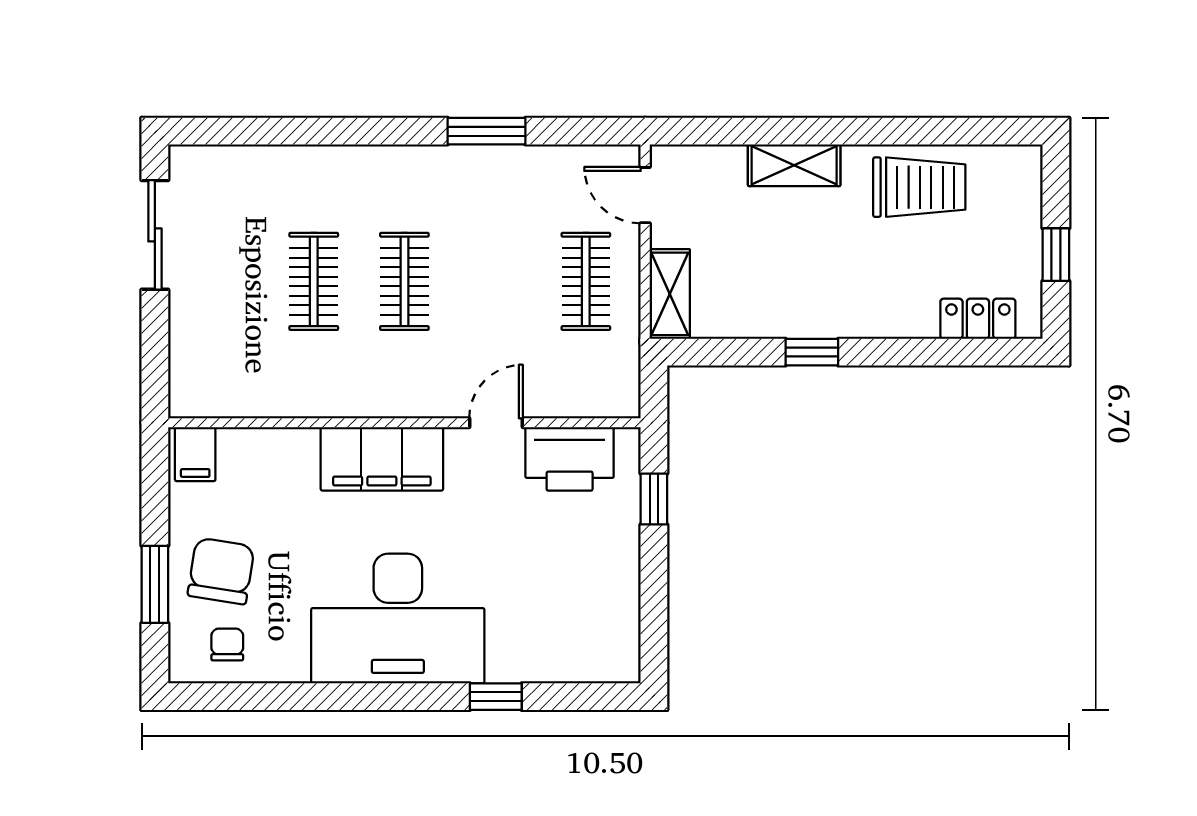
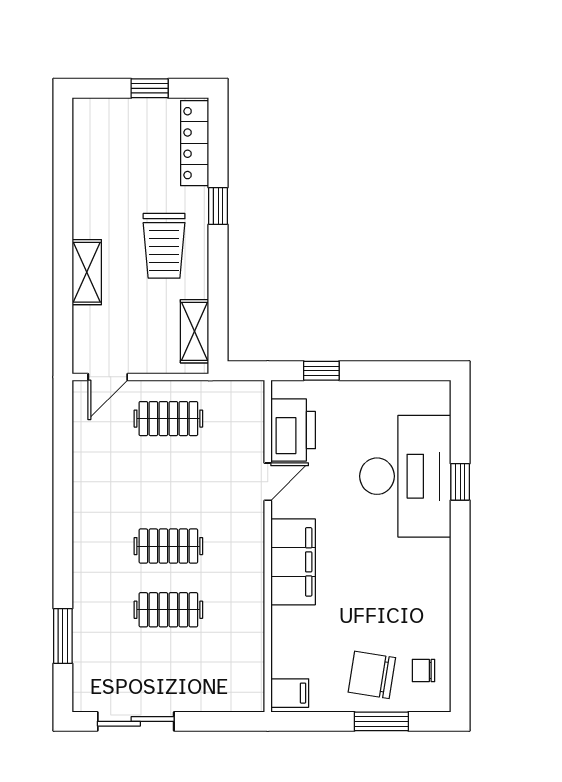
window: (486, 131) -> (63, 636), moved
trolley: (919, 187) -> (164, 246), moved, turned 180
shelving: (670, 294) -> (195, 331), moved, turned 90
locker: (978, 319) -> (195, 143), width x1.53
window: (812, 352) -> (218, 206), moved
door: (496, 423) -> (268, 482), swing flipped
desk: (398, 618) -> (405, 476), moved

